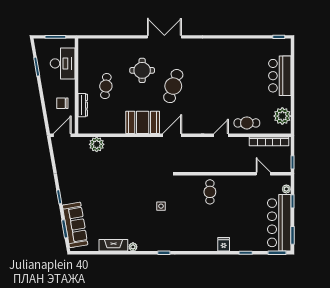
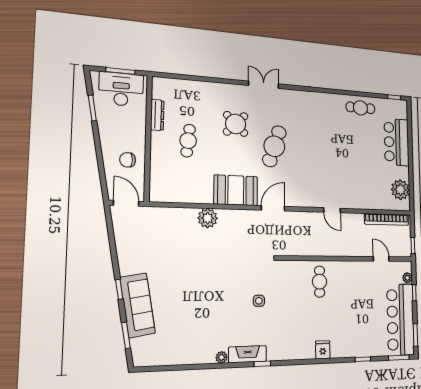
double door: (164, 37) -> (264, 85), width x0.73
desk: (63, 63) -> (121, 89), moved, turned -90
round table: (142, 70) -> (236, 124), turned 45
dresser: (83, 105) -> (157, 115), moved
cafe table: (247, 123) -> (360, 108), moved
door: (62, 135) -> (126, 203), hinge flipped
door: (221, 135) -> (332, 210), swing flipped
plant: (97, 144) -> (208, 218), moved
sofa: (75, 225) -> (138, 305), moved
fridge: (224, 244) -> (323, 350), moved
fireplace: (113, 245) -> (248, 354), moved

